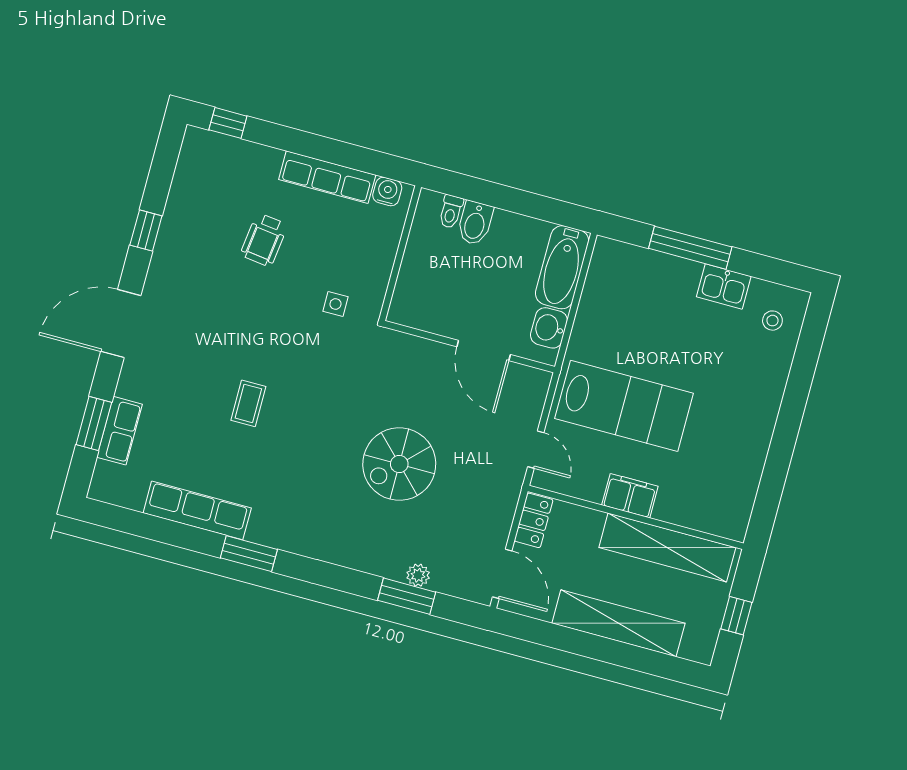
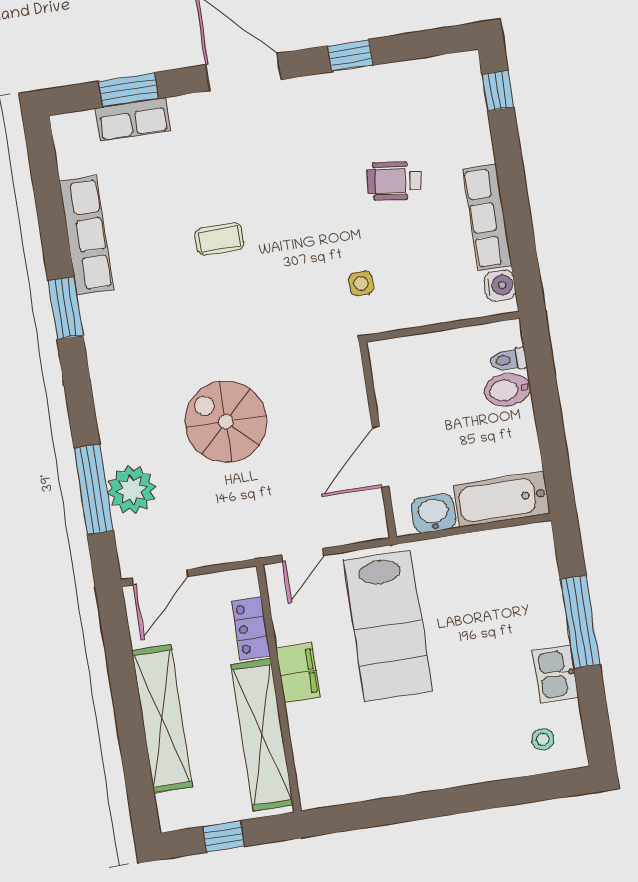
locker: (534, 520) -> (251, 628), moved, turned 90
plant: (418, 575) -> (132, 490), width x1.87, depth x1.87
window: (407, 596) -> (94, 489), width x1.44

